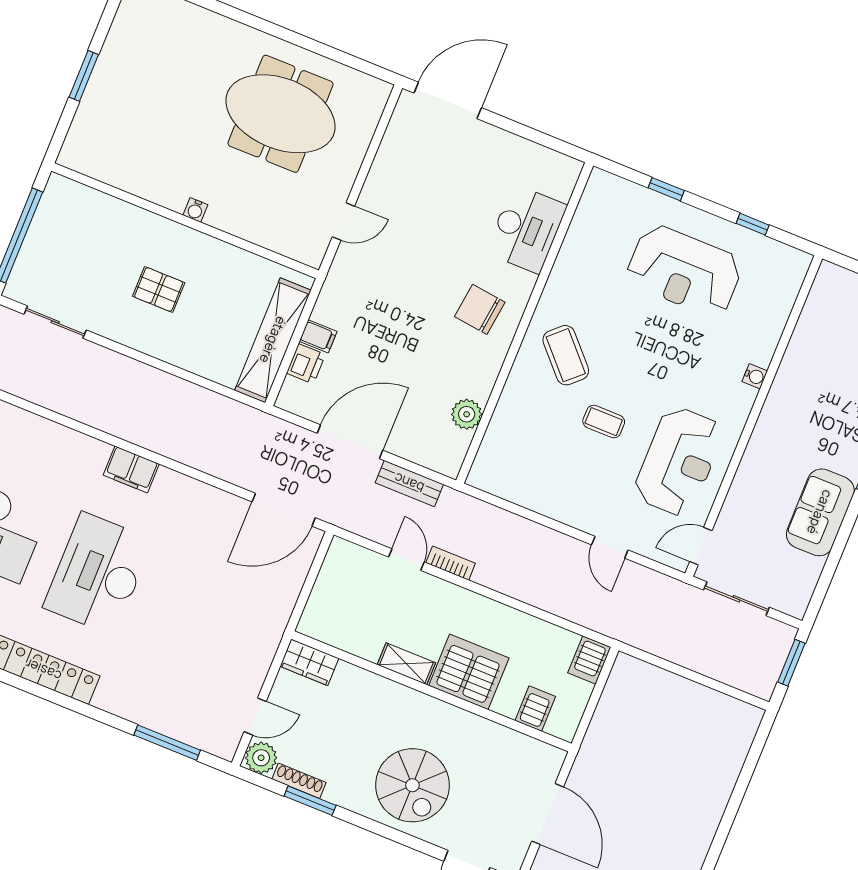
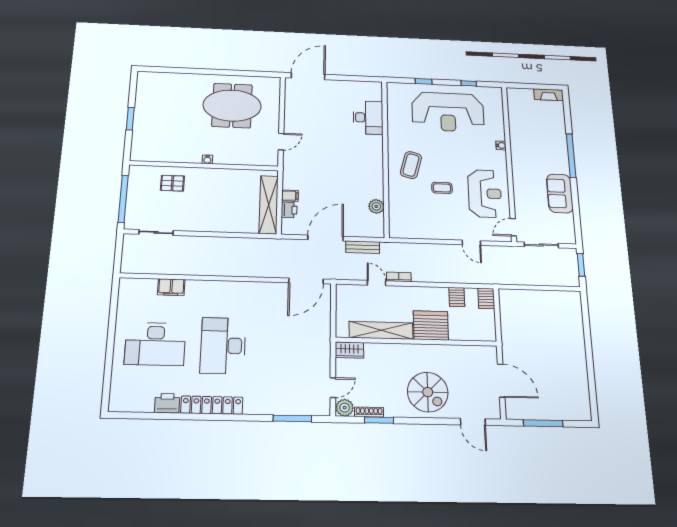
reception desk: (684, 271) -> (448, 112), width x1.36, depth x1.30
pallet: (159, 289) -> (172, 183), moved
chair: (480, 309) -> (362, 159), removed
coffee table: (566, 355) -> (411, 165), turned 58
filing cabinet: (131, 469) -> (171, 287), moved
shelving: (406, 664) -> (381, 330), width x2.20, depth x1.33
server rack: (535, 709) -> (457, 297), moved, turned 180

